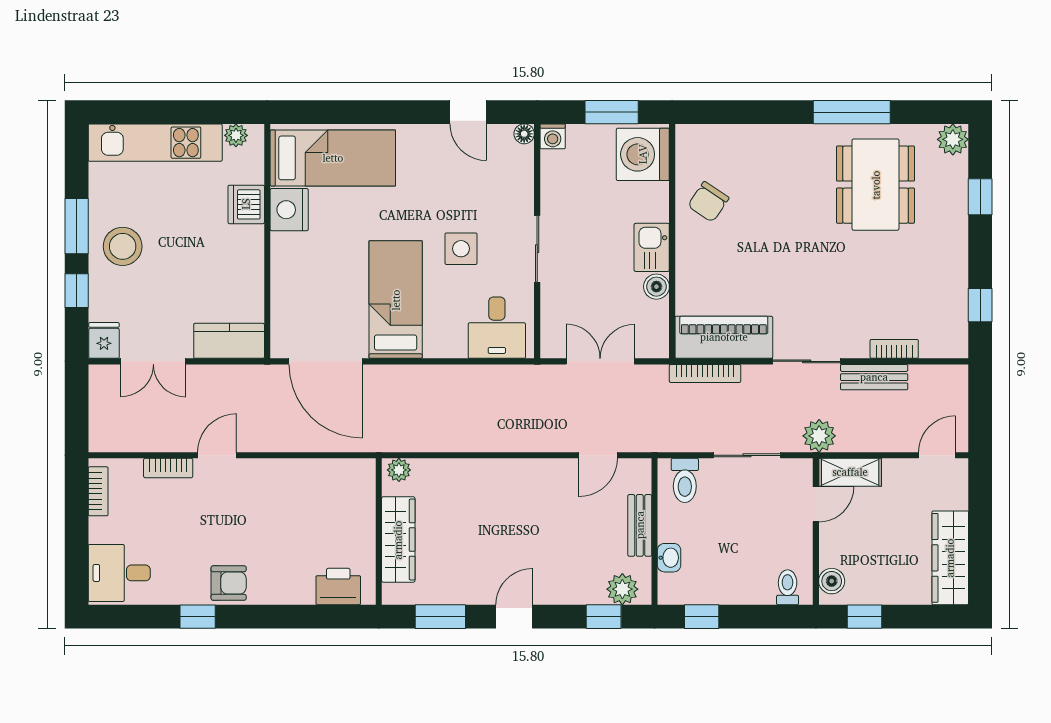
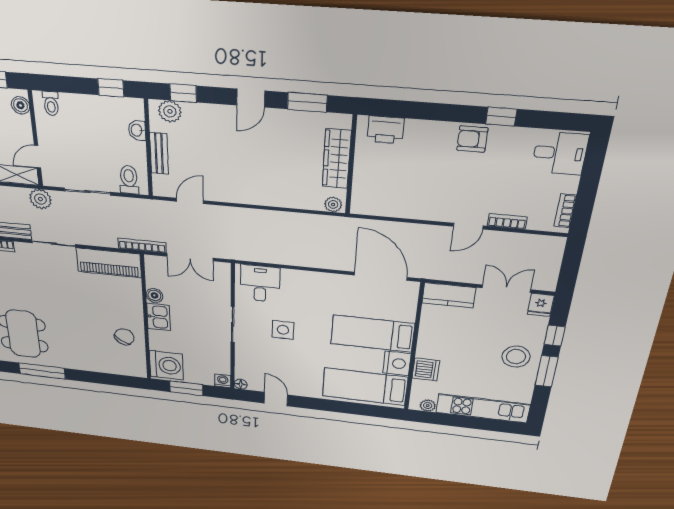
bed: (396, 300) -> (372, 334), moved, turned 90
bookcase: (705, 373) -> (142, 245), moved

